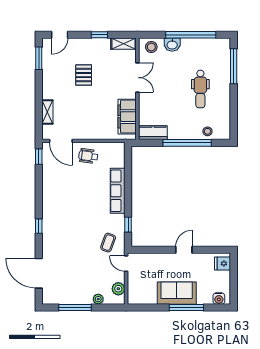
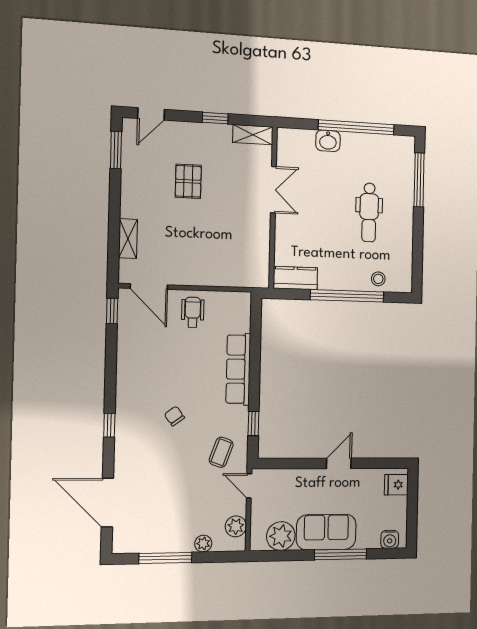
stool: (151, 47) -> (296, 143), removed
filing cabinet: (127, 117) -> (256, 251), removed
wheelchair: (88, 156) -> (193, 312), turned 82
chair: (78, 220) -> (174, 416), added
plant: (147, 295) -> (281, 536), added

